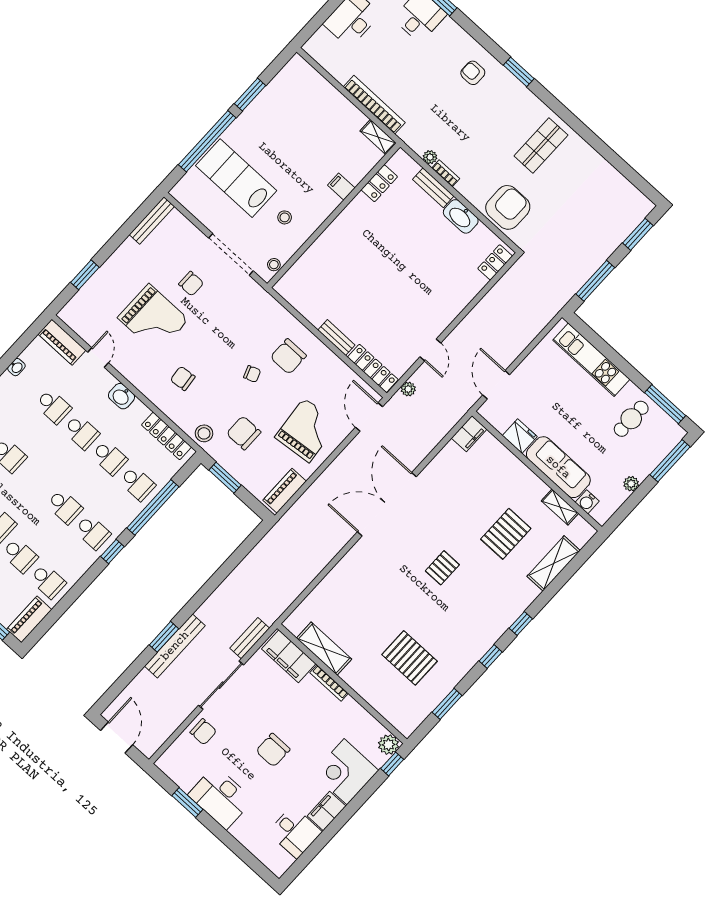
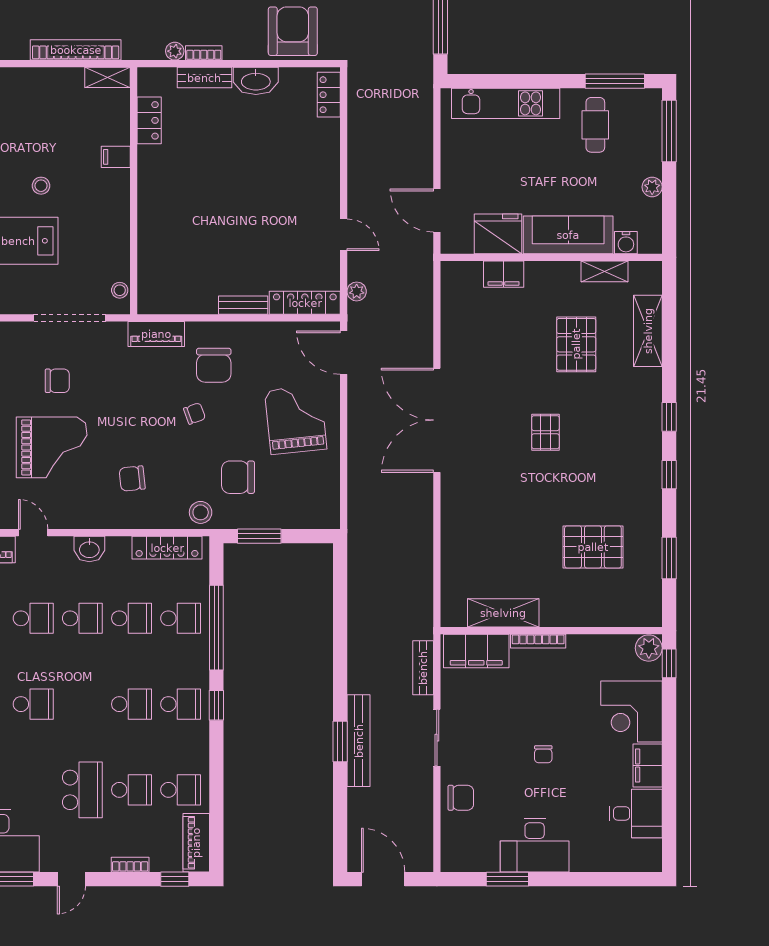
stool: (285, 217) -> (41, 186), moved
filing cabinet: (469, 434) -> (504, 274), moved, turned 90
fridge: (520, 436) -> (498, 234), width x1.36, depth x1.34
piano: (285, 491) -> (156, 334), moved, turned -90
sliding door: (221, 685) -> (437, 738), width x0.73
chair: (273, 750) -> (543, 754), width x0.54, depth x0.54

